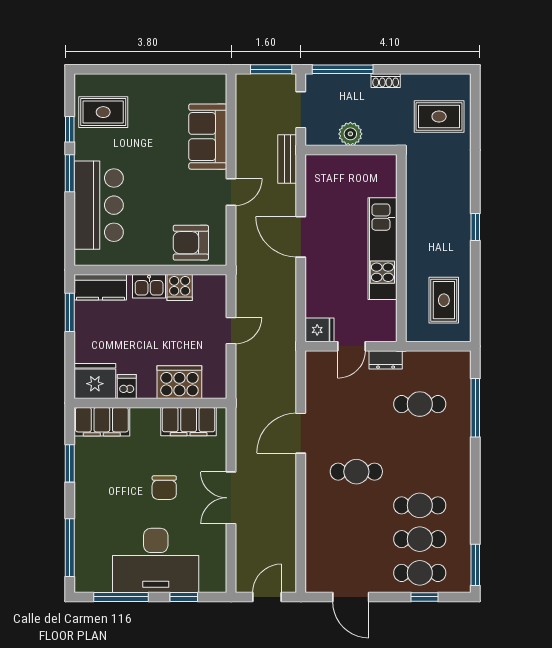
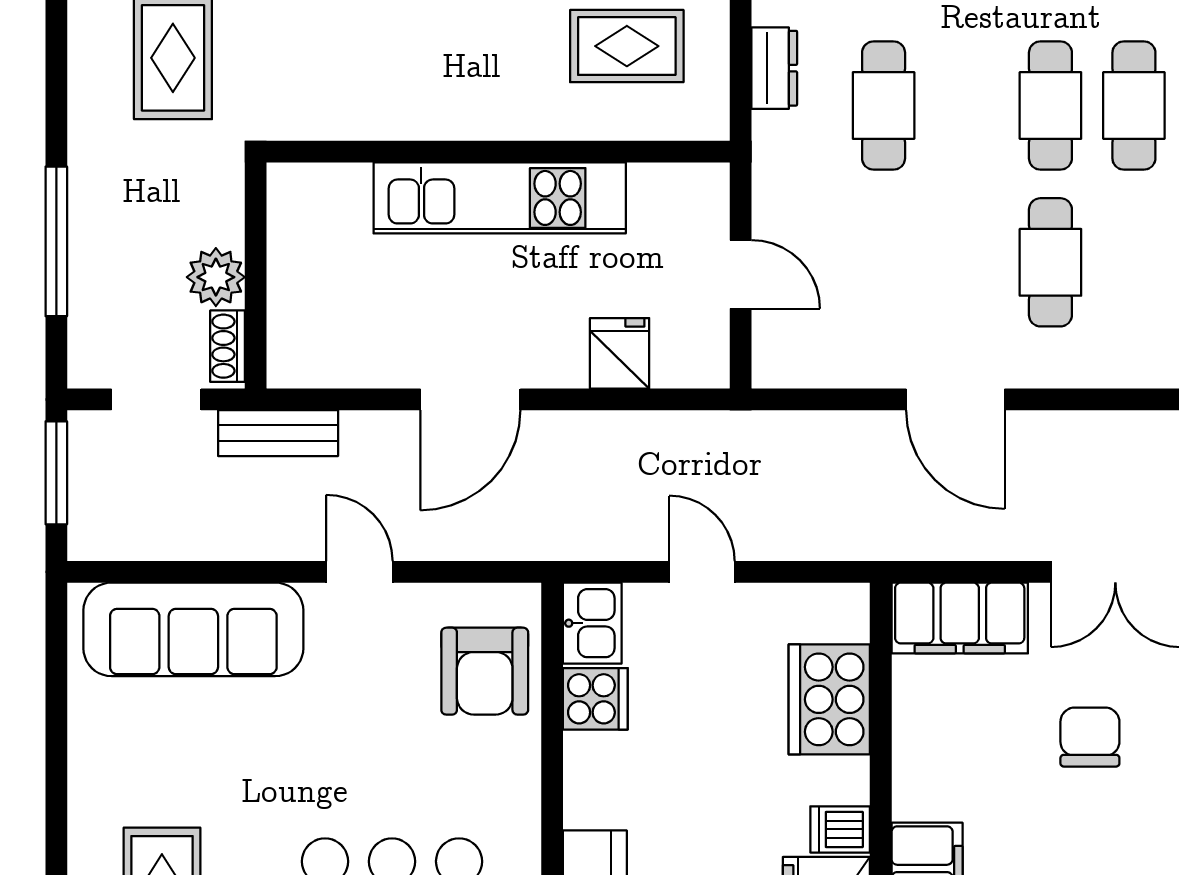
window: (343, 69) -> (56, 241), moved
shoe rack: (386, 81) -> (228, 346), moved, turned 180
sofa: (208, 137) -> (193, 629), width x1.36
kitchen sink: (149, 286) -> (592, 623), moved
fridge: (319, 330) -> (620, 353), moved
dresser: (386, 360) -> (774, 68), moved
filing cabinet: (189, 422) -> (960, 618), moved, turned 90
cafe table: (420, 472) -> (1050, 106), added
chair: (164, 488) -> (1090, 737), turned -90

